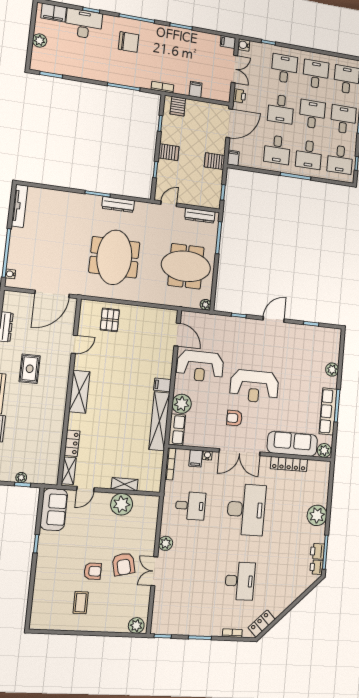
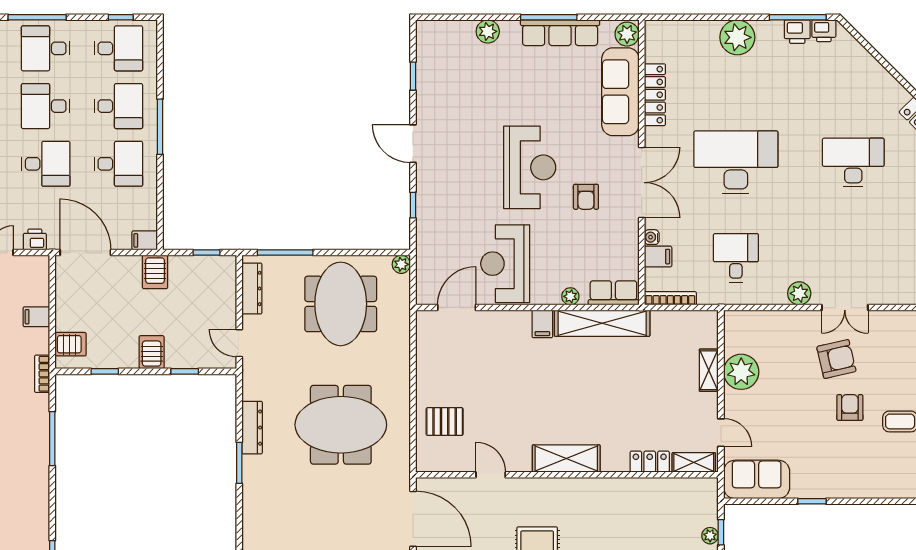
reception desk: (200, 366) -> (505, 264), turned 180
plant: (182, 404) -> (570, 296), width x0.53, depth x0.53

